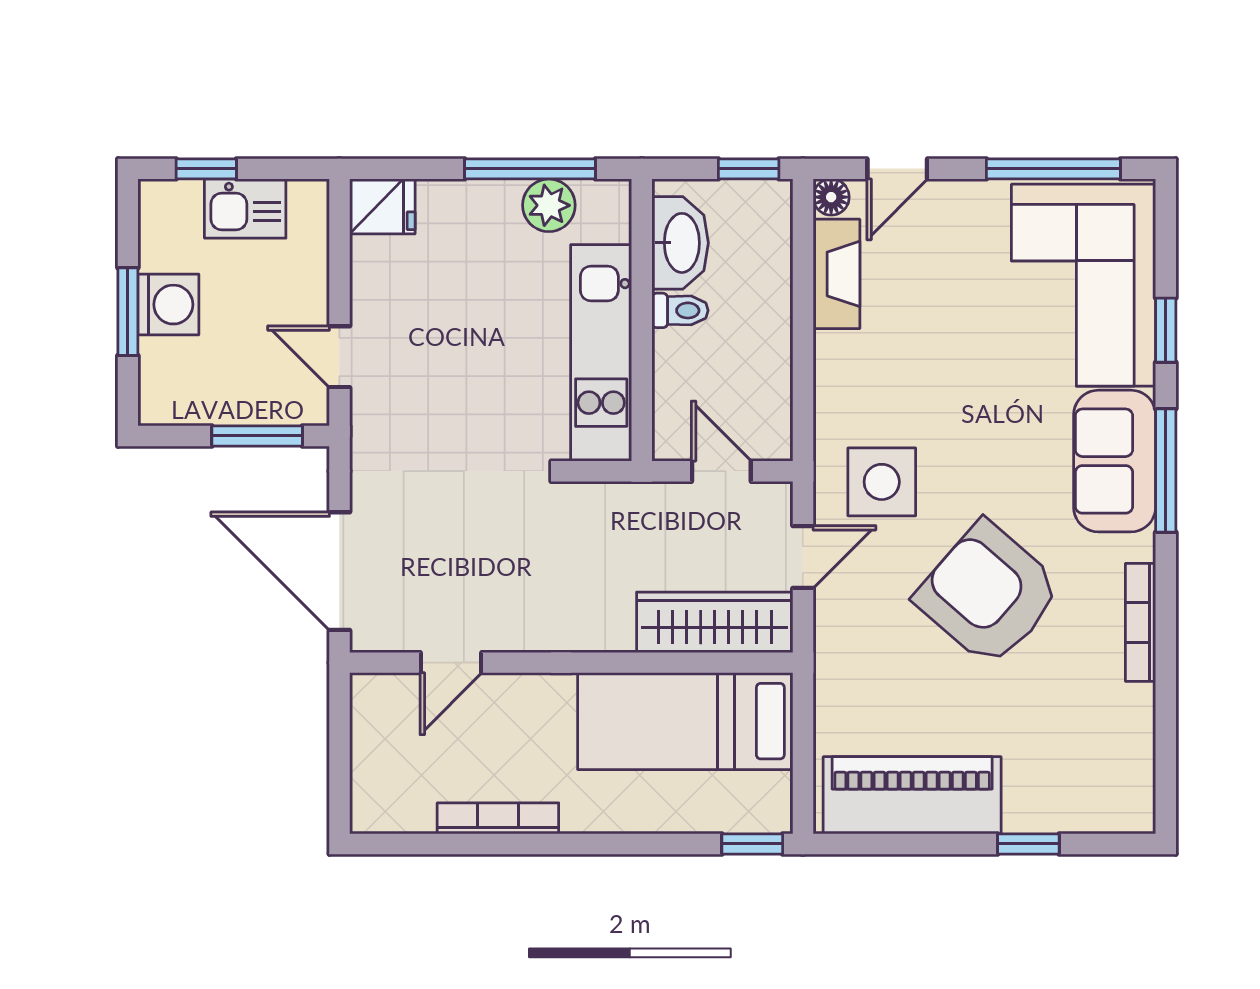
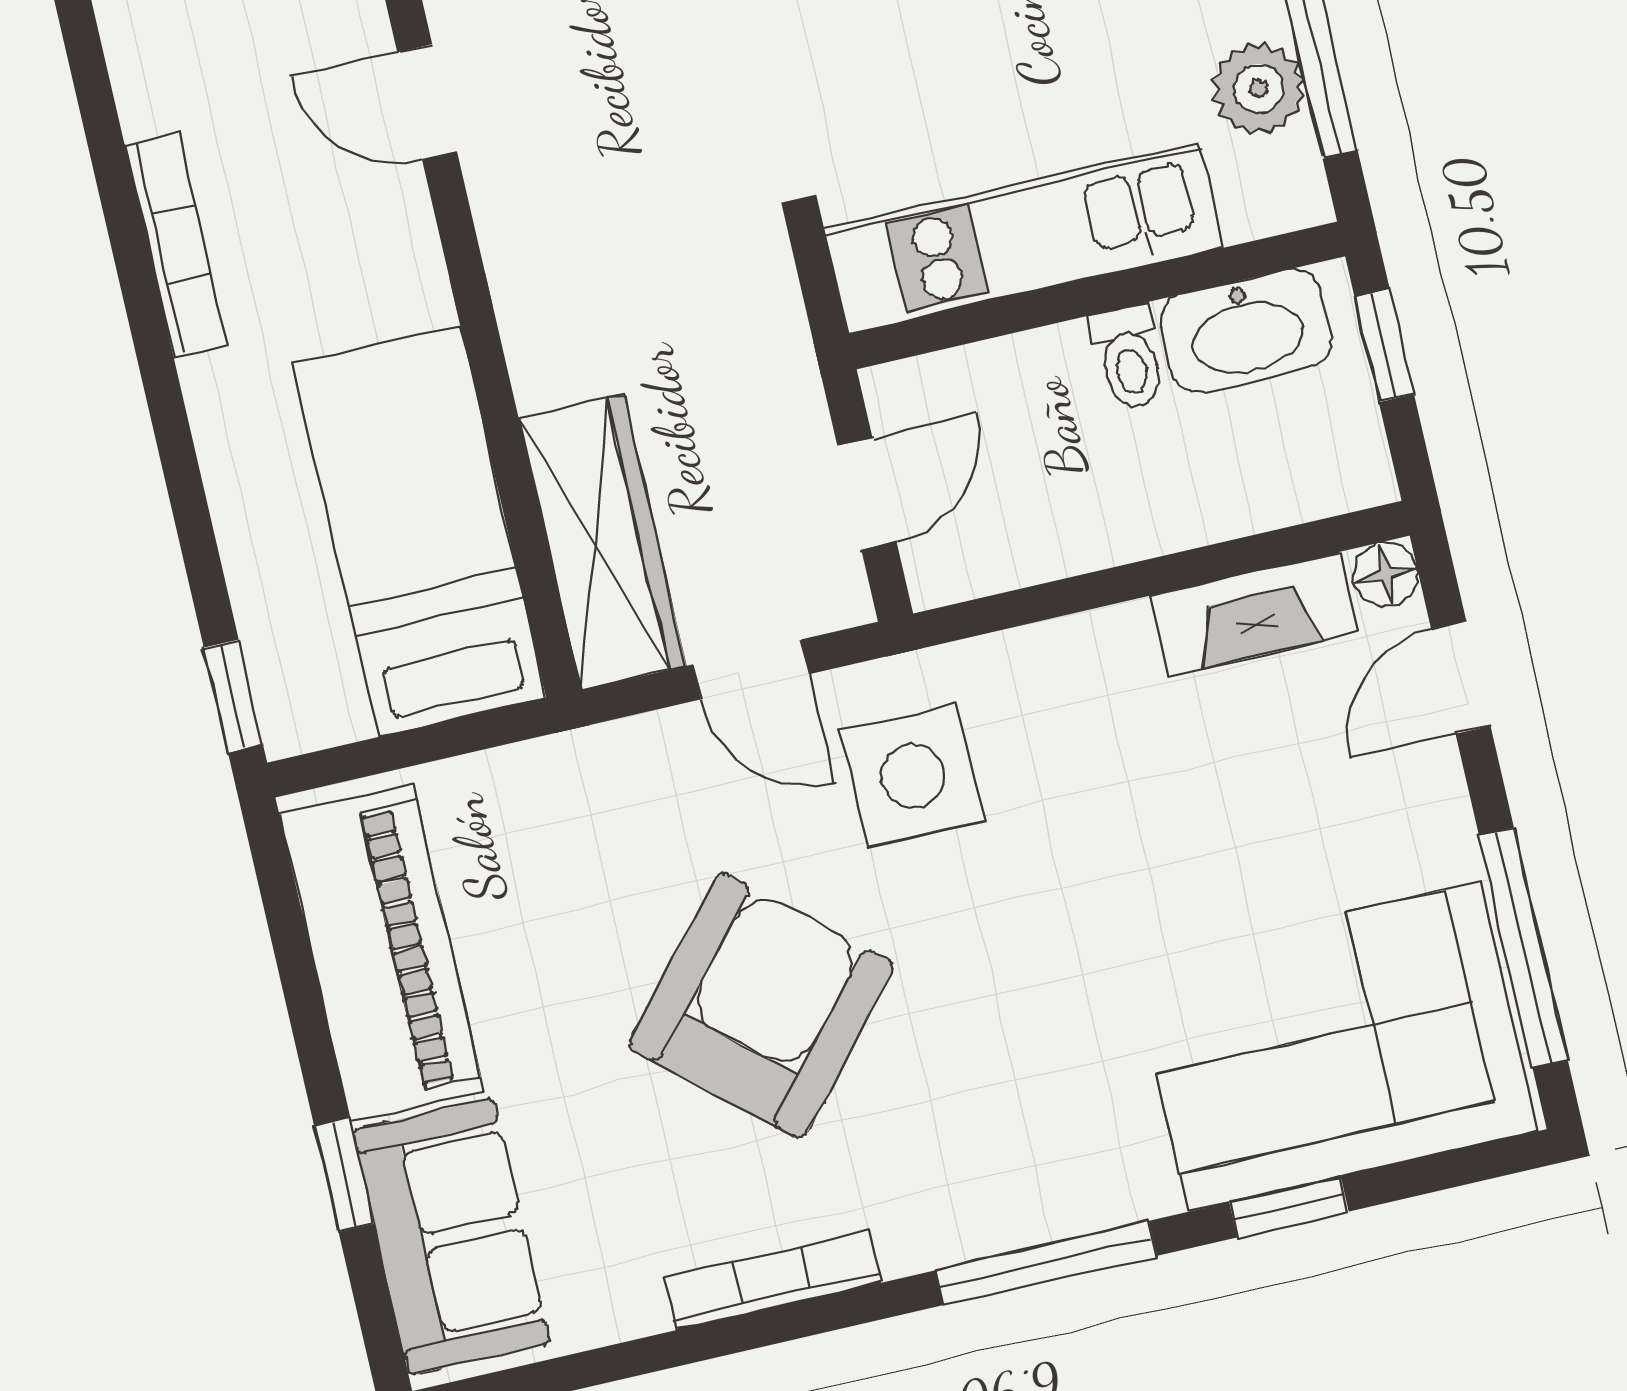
window: (749, 169) -> (1384, 346), moved
door: (897, 169) -> (1461, 677), hinge flipped
sofa: (1115, 461) -> (451, 1237), moved, turned 90

